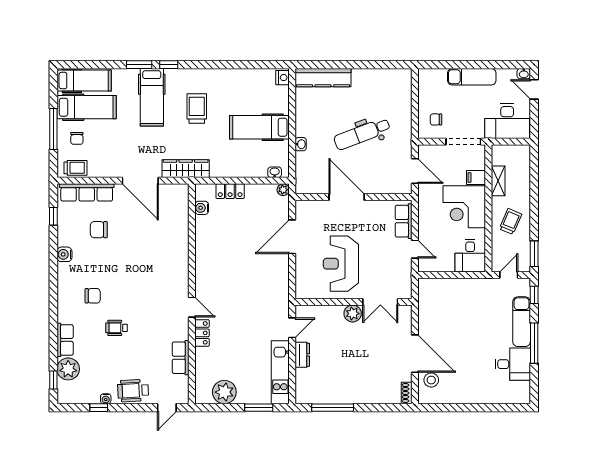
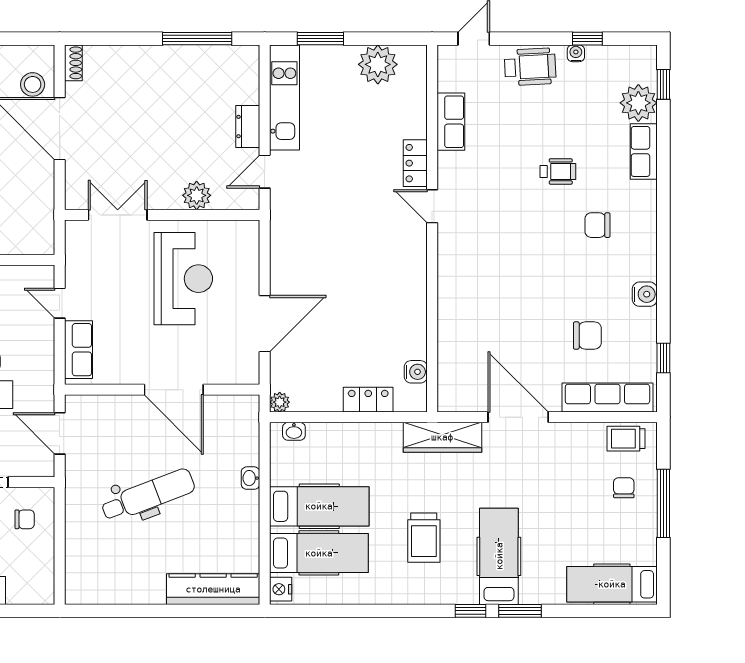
hospital bed: (87, 107) -> (319, 553), moved, turned 180
plant: (353, 314) -> (197, 195), moved

